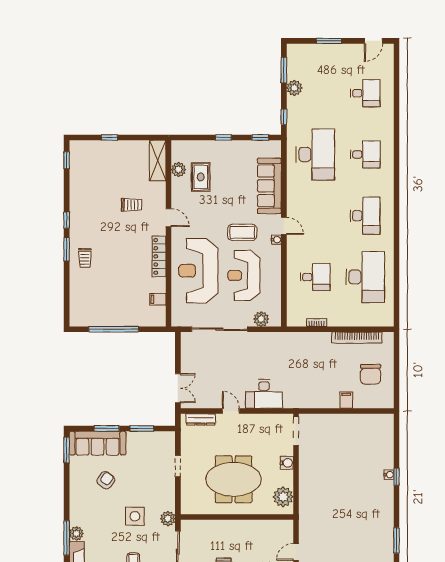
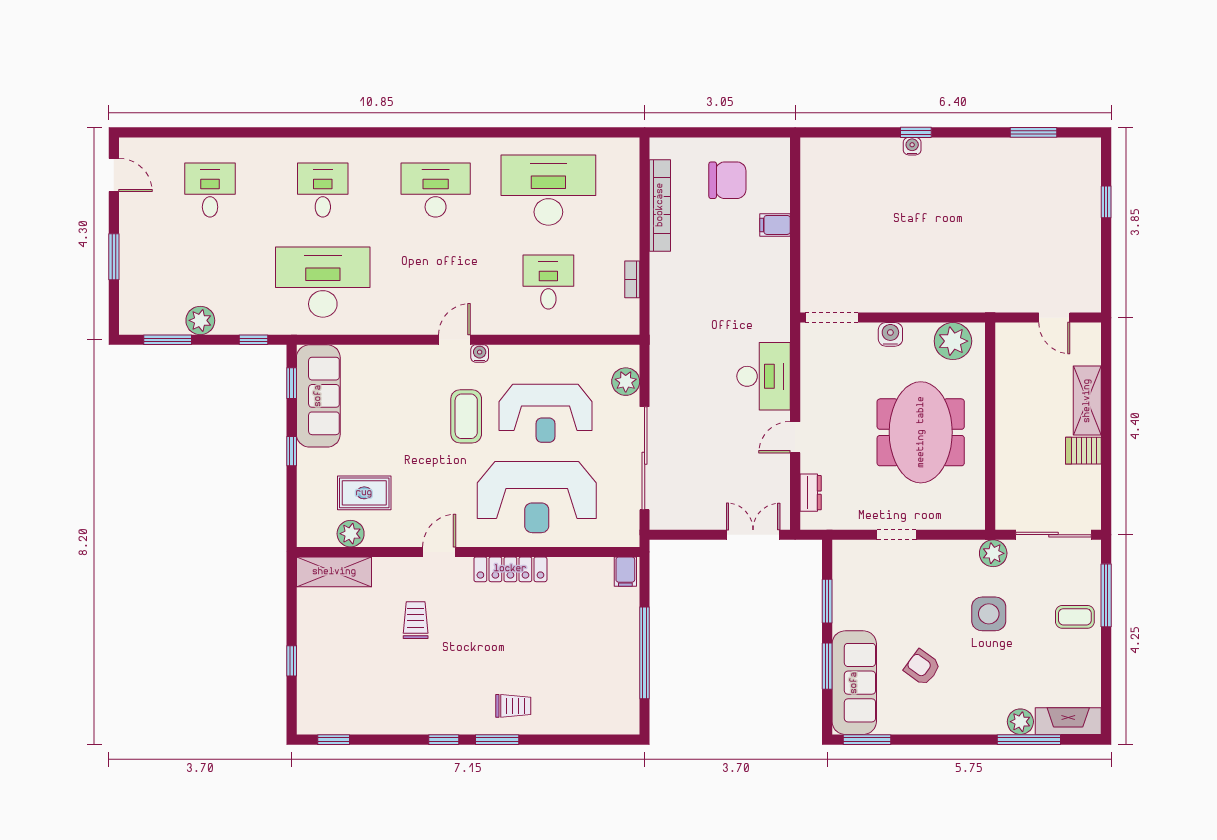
sofa: (269, 186) -> (318, 396), moved, turned -90
filing cabinet: (158, 299) -> (625, 572), moved
dresser: (201, 419) -> (811, 493), width x0.70

